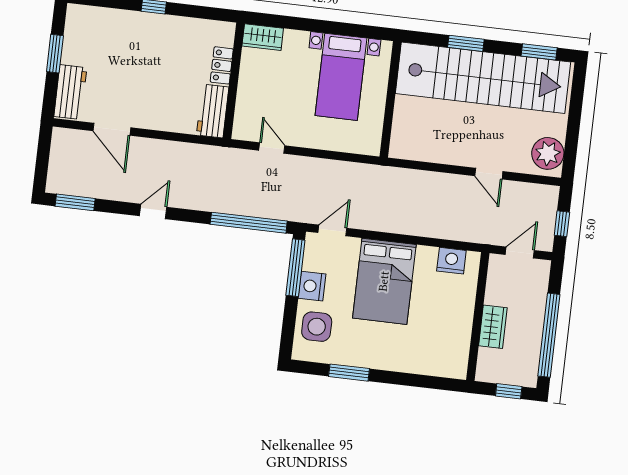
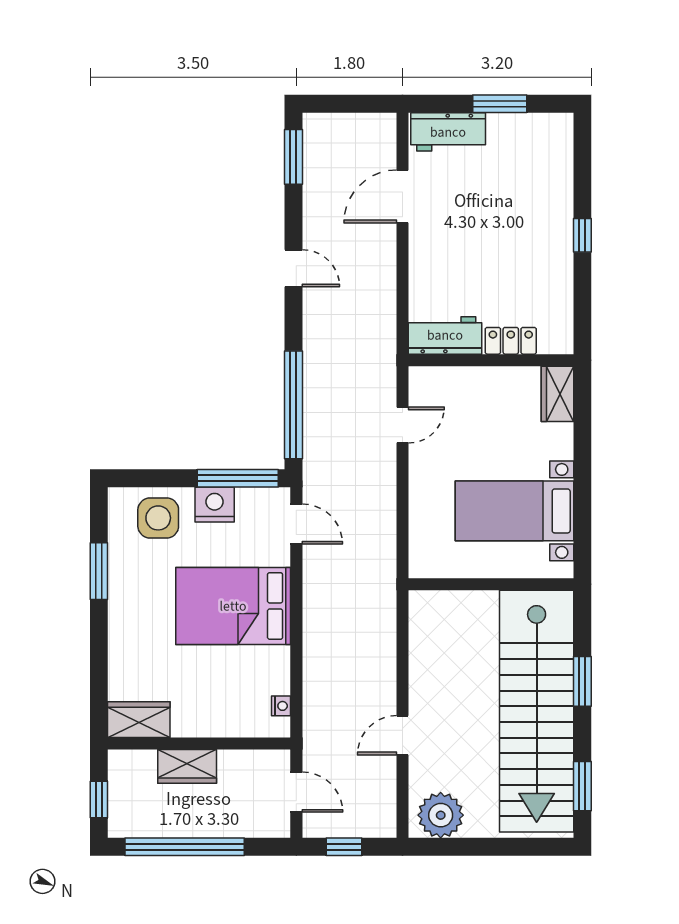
nightstand: (451, 261) -> (281, 706), width x0.53, depth x0.56
wardrobe: (456, 357) -> (139, 720), added

